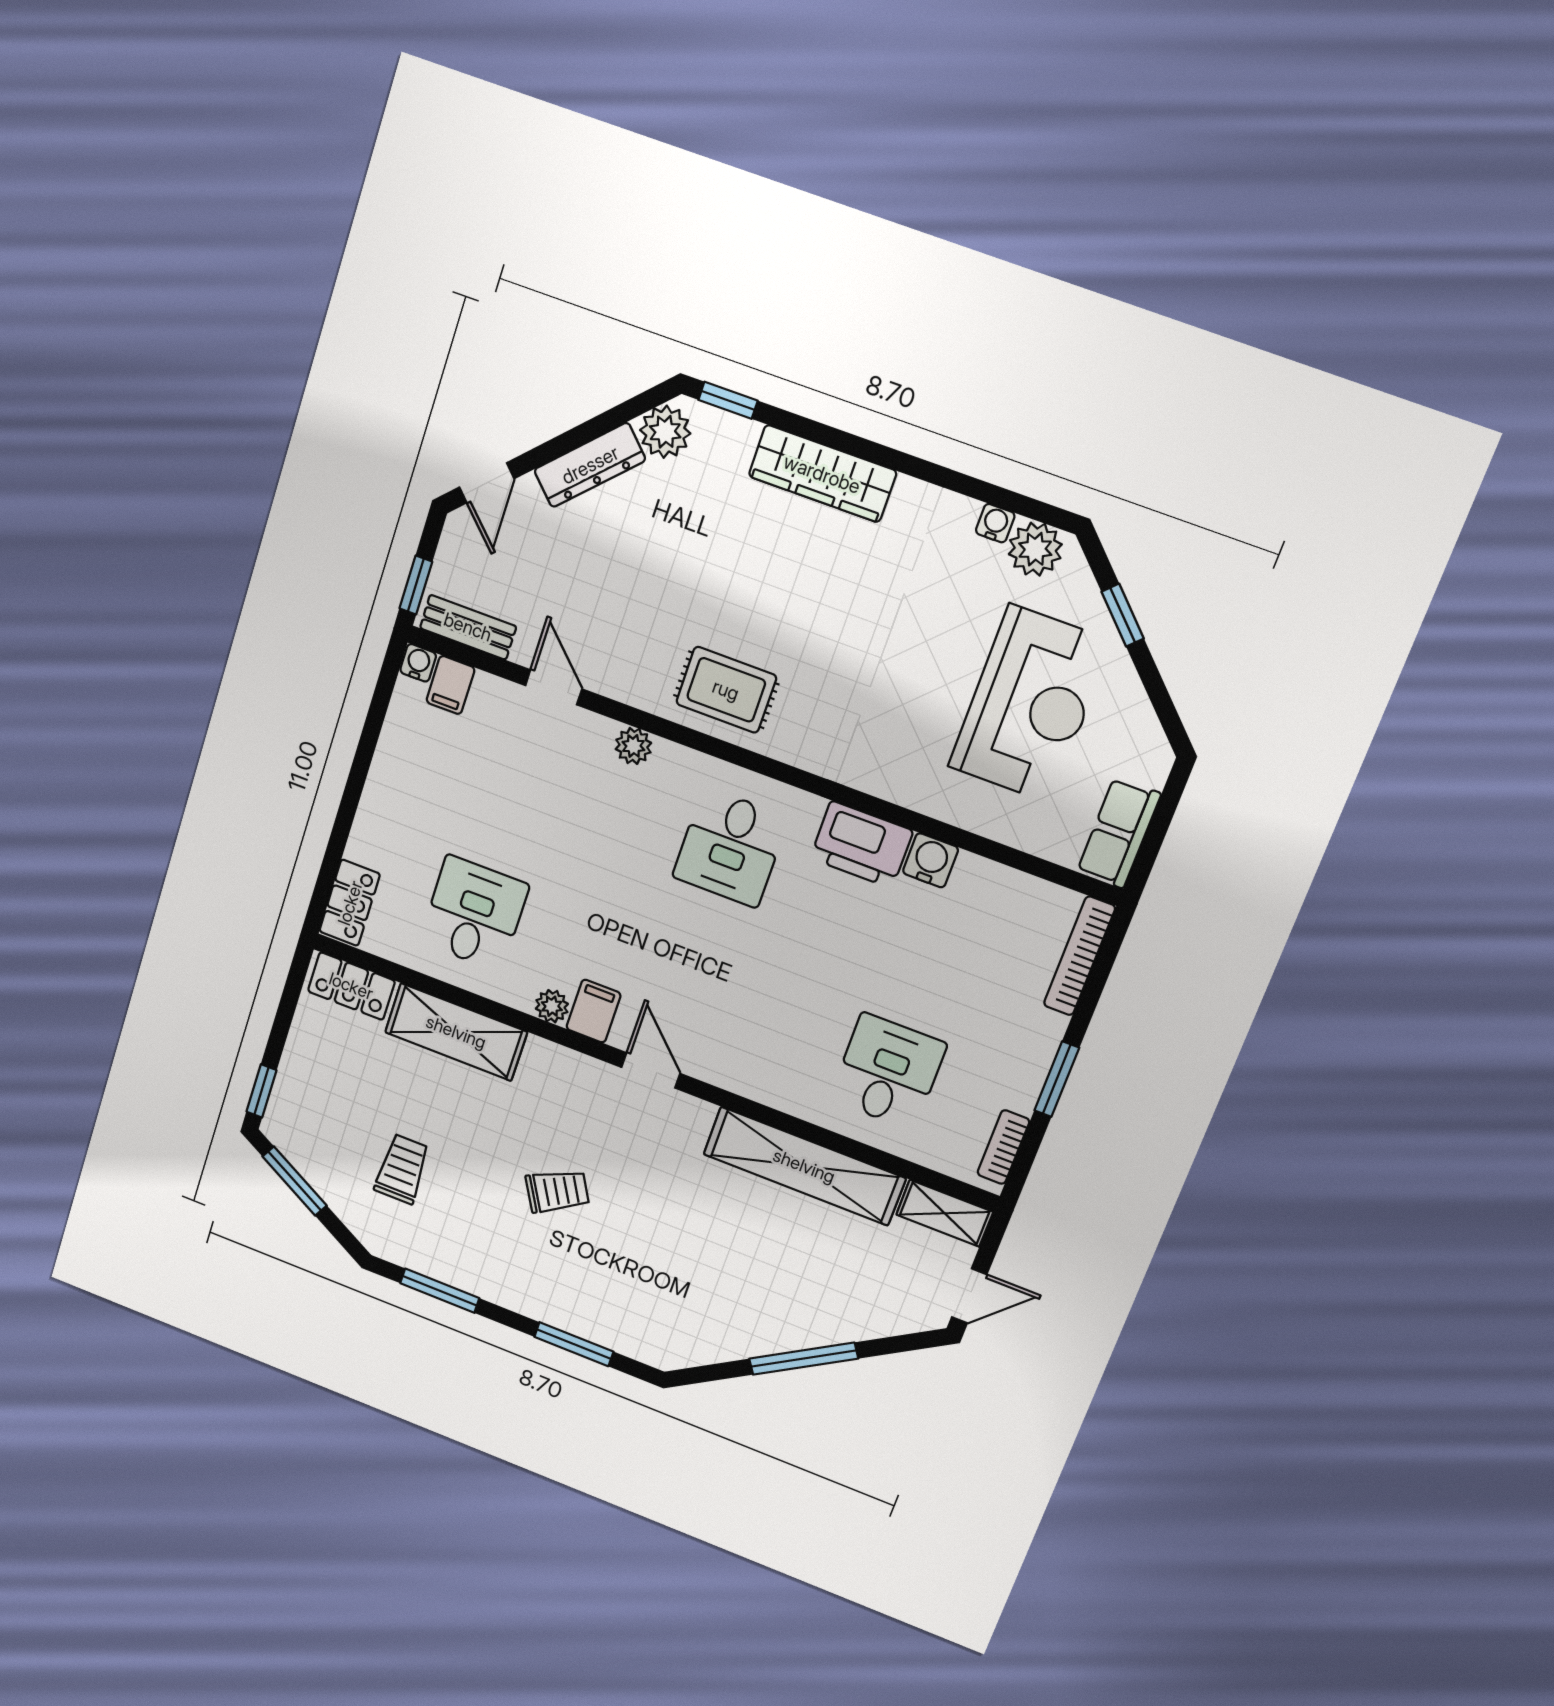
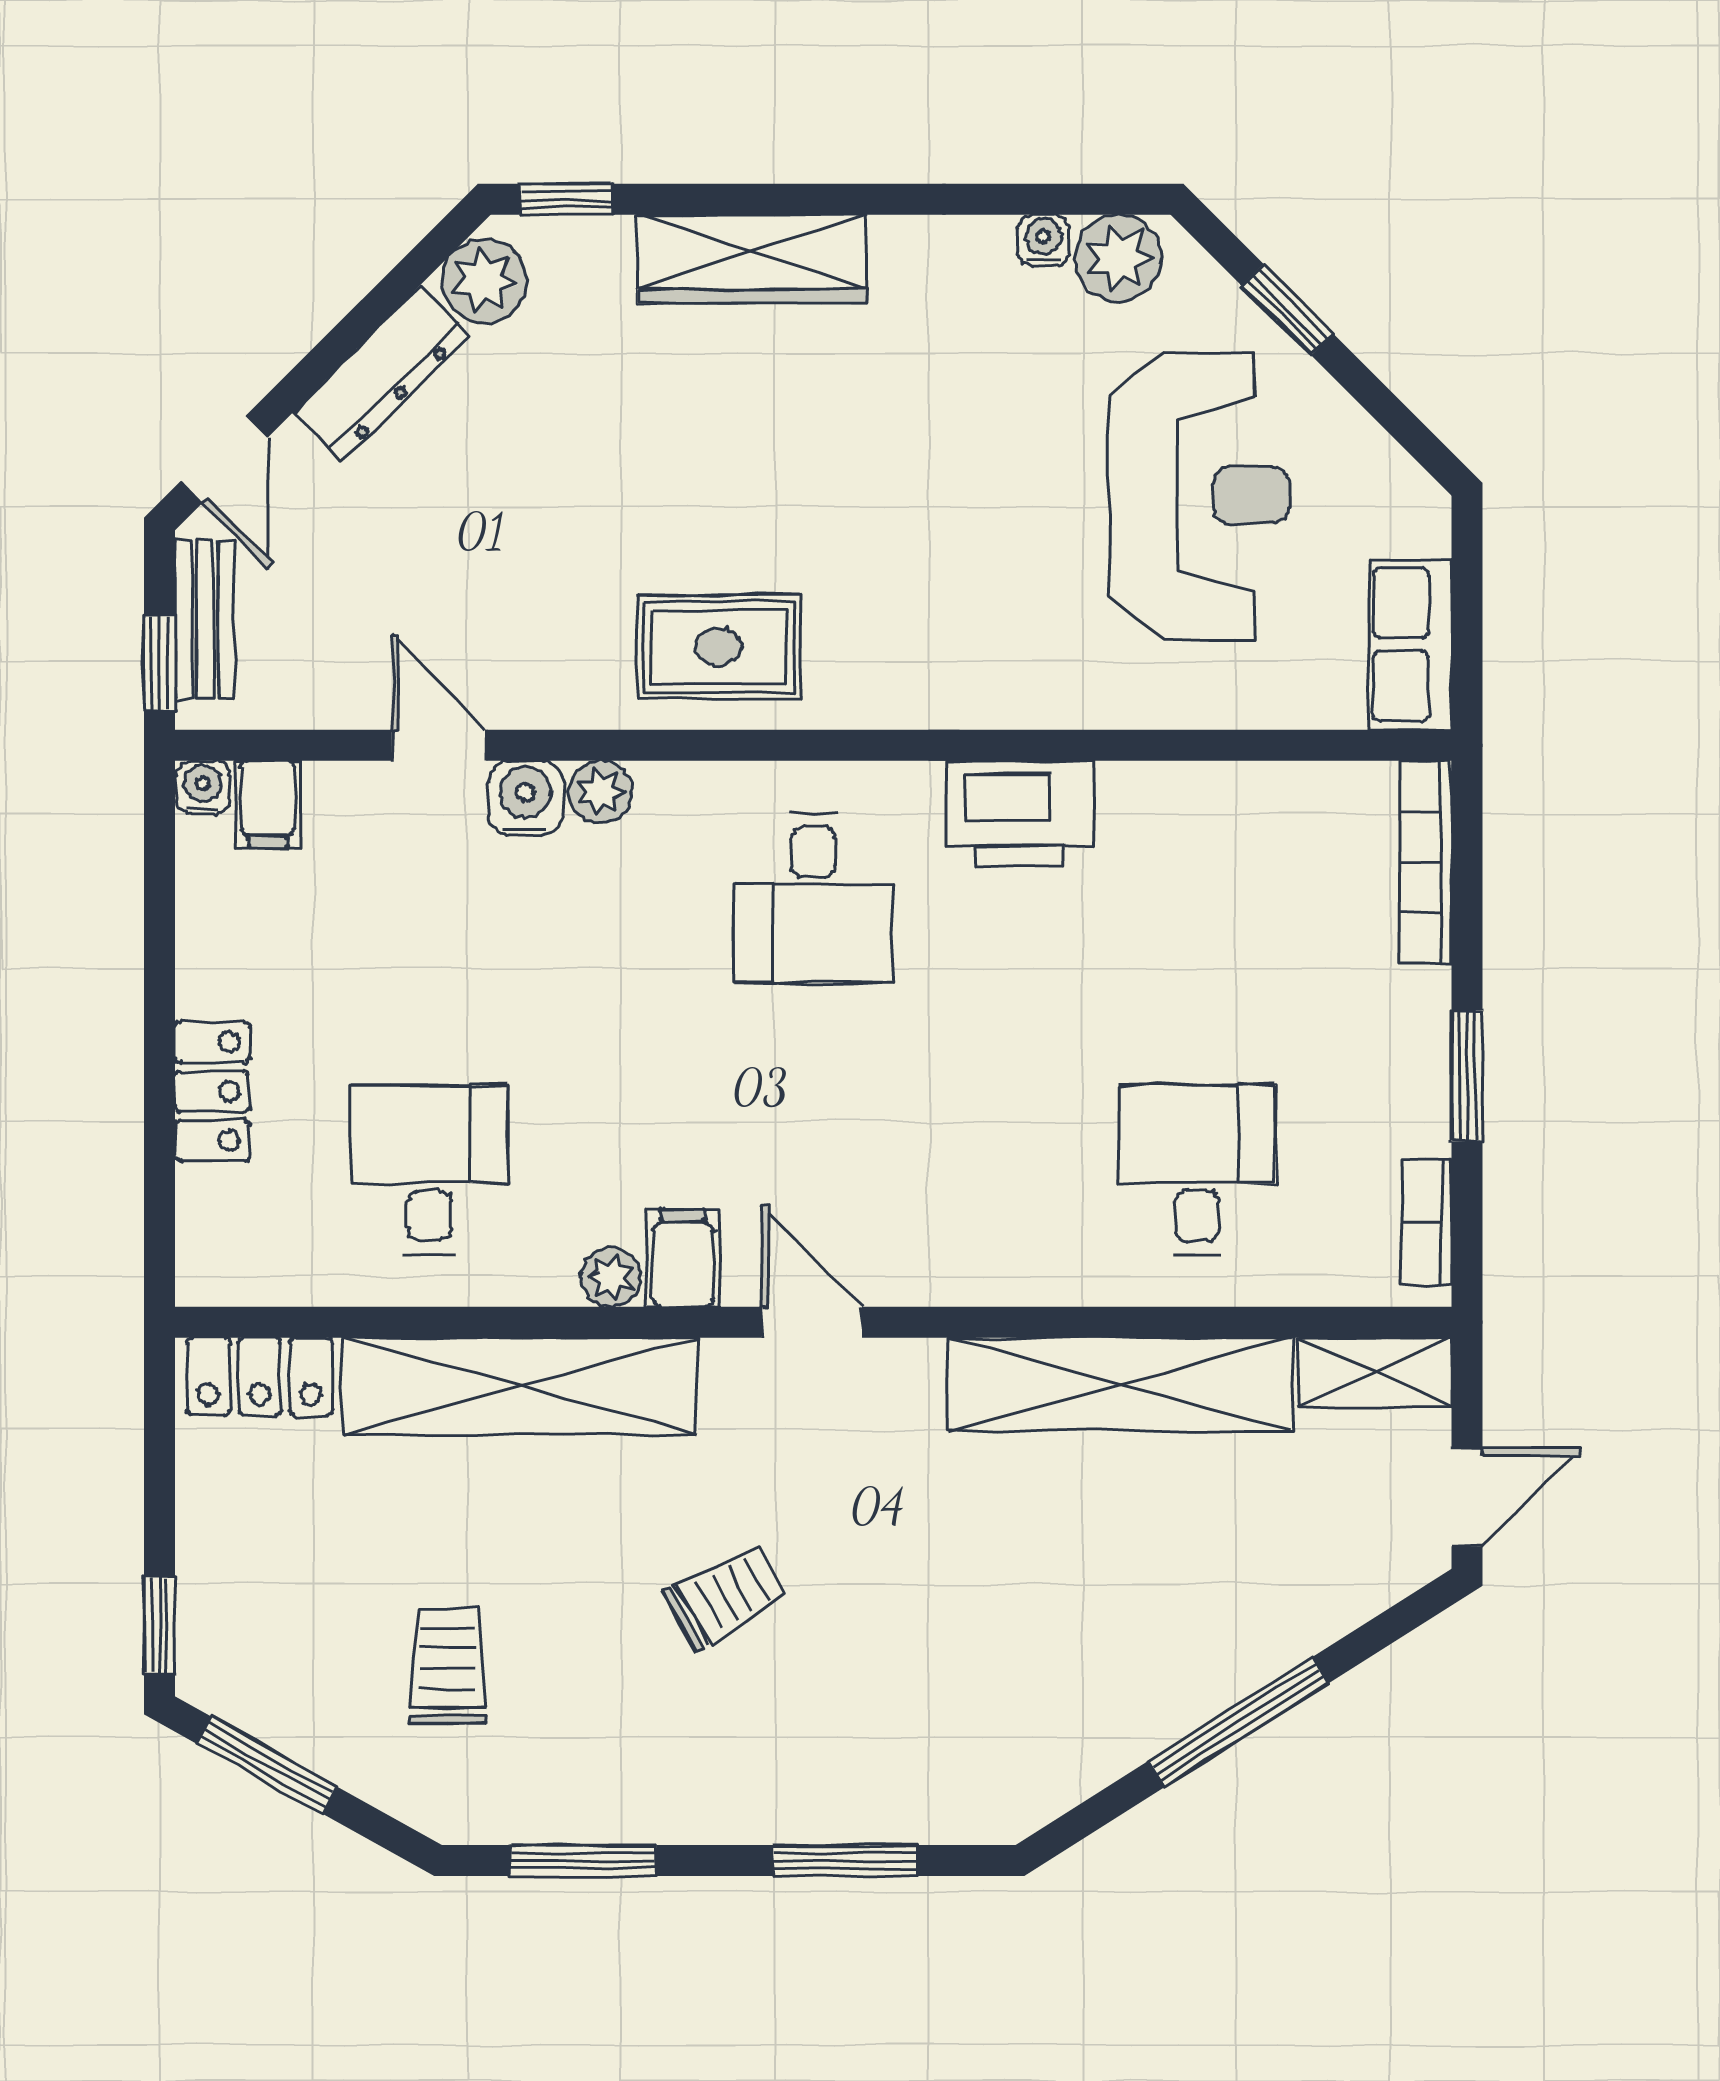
bench: (468, 627) -> (205, 619), moved, turned 90
water cooler: (930, 860) -> (526, 798), moved
locker: (350, 903) -> (212, 1091), moved
shelving: (456, 1032) -> (520, 1386), width x1.47

